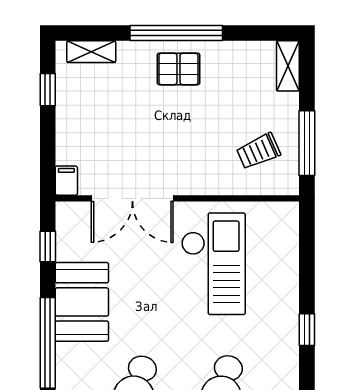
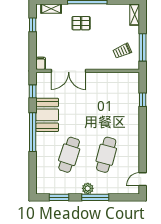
pallet: (178, 69) -> (81, 23), moved
checkout: (213, 264) -> (103, 99), removed
window: (307, 330) -> (143, 100), moved

